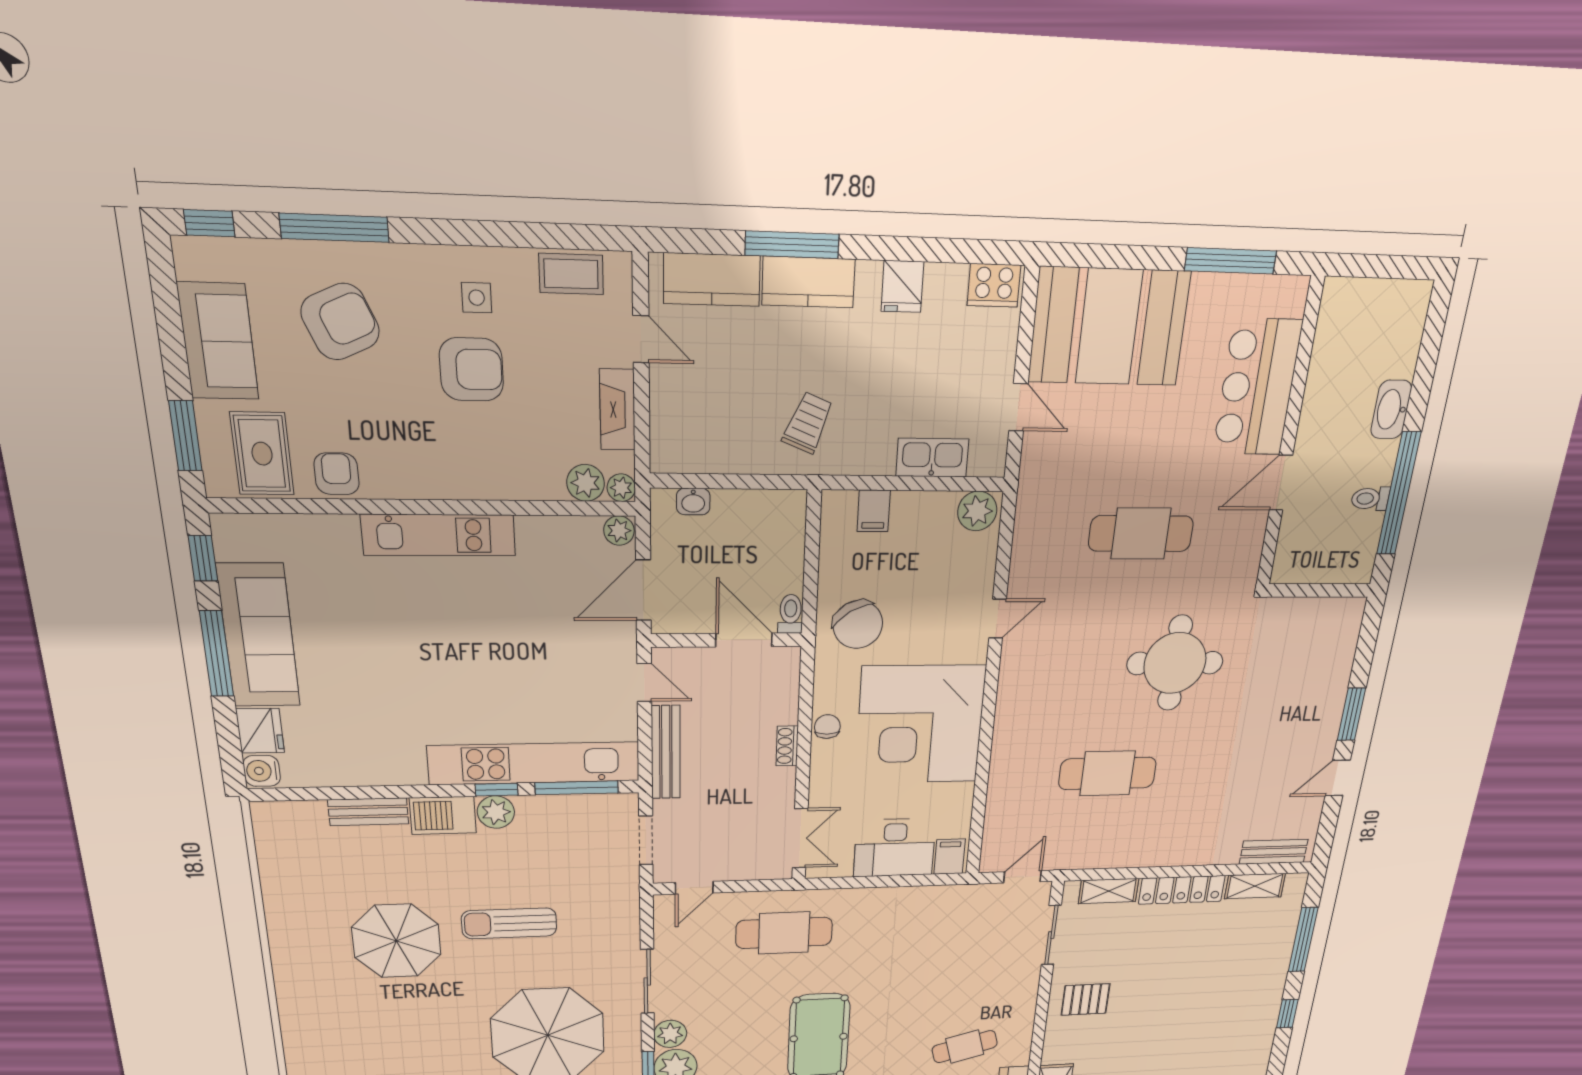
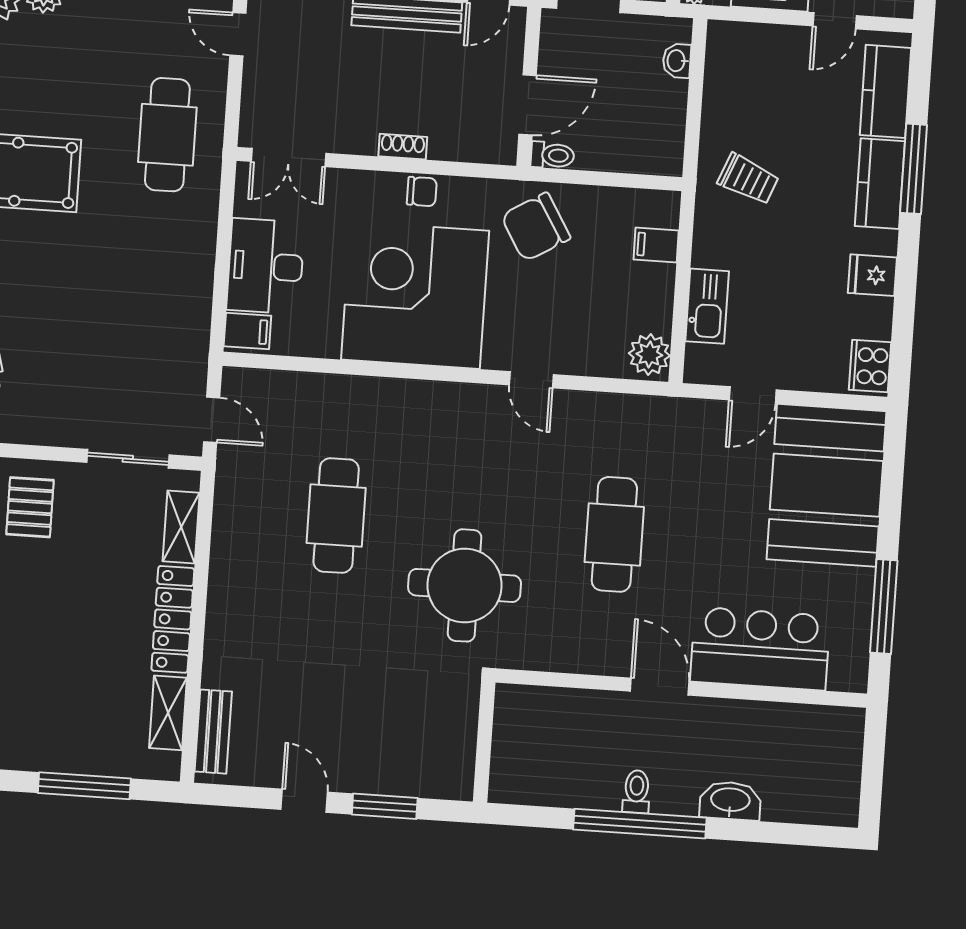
wall: (1319, 590) -> (484, 742), moved

